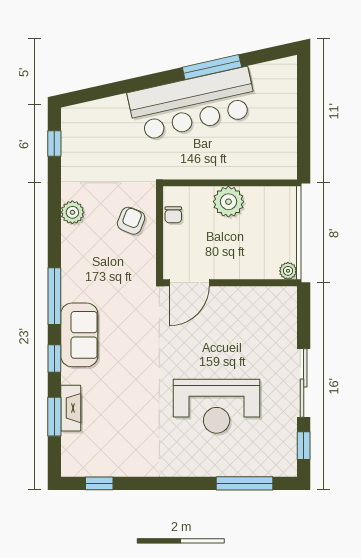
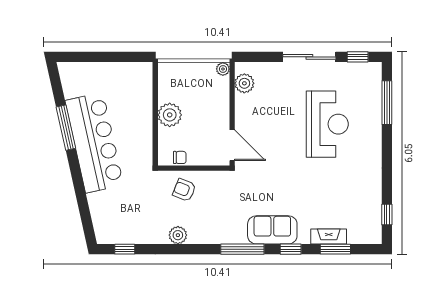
plant: (269, 299) -> (244, 83), added

